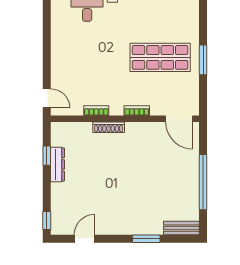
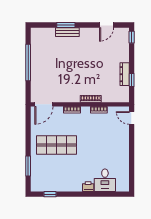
window: (203, 60) -> (28, 166), moved
door: (179, 119) -> (44, 104), swing flipped
bench: (181, 228) -> (67, 32), moved

